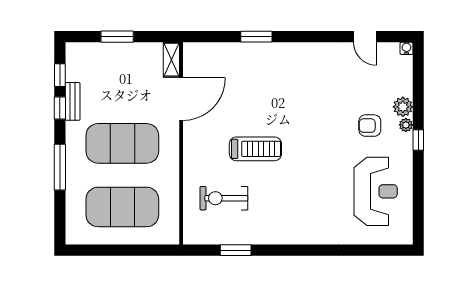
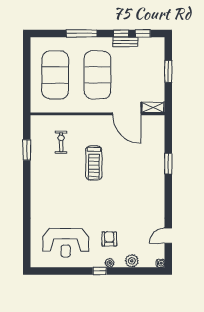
plant: (403, 107) -> (132, 261), moved
exercise bike: (224, 198) -> (61, 142), width x0.73, depth x0.72

